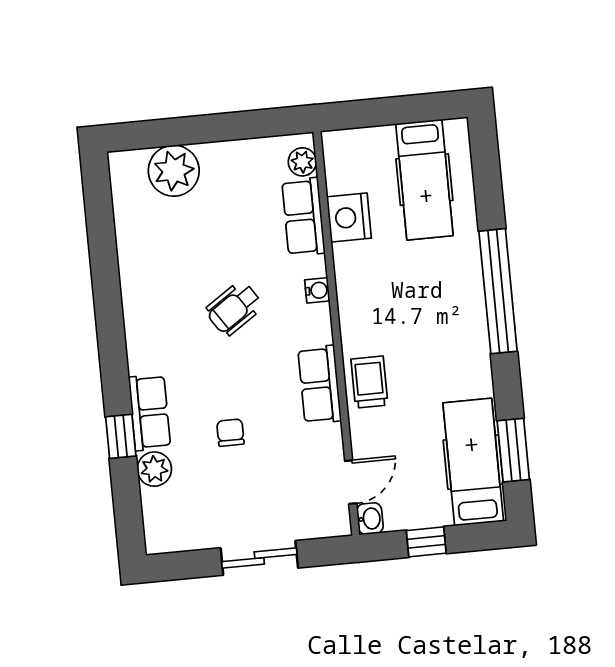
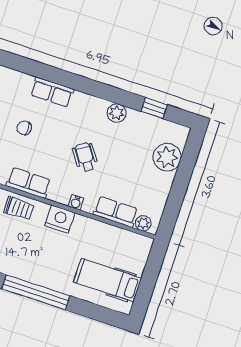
nightstand: (349, 217) -> (60, 219), moved
chair: (230, 433) -> (24, 128), turned 180
window: (121, 436) -> (154, 108), moved
plant: (154, 469) -> (117, 113), moved

